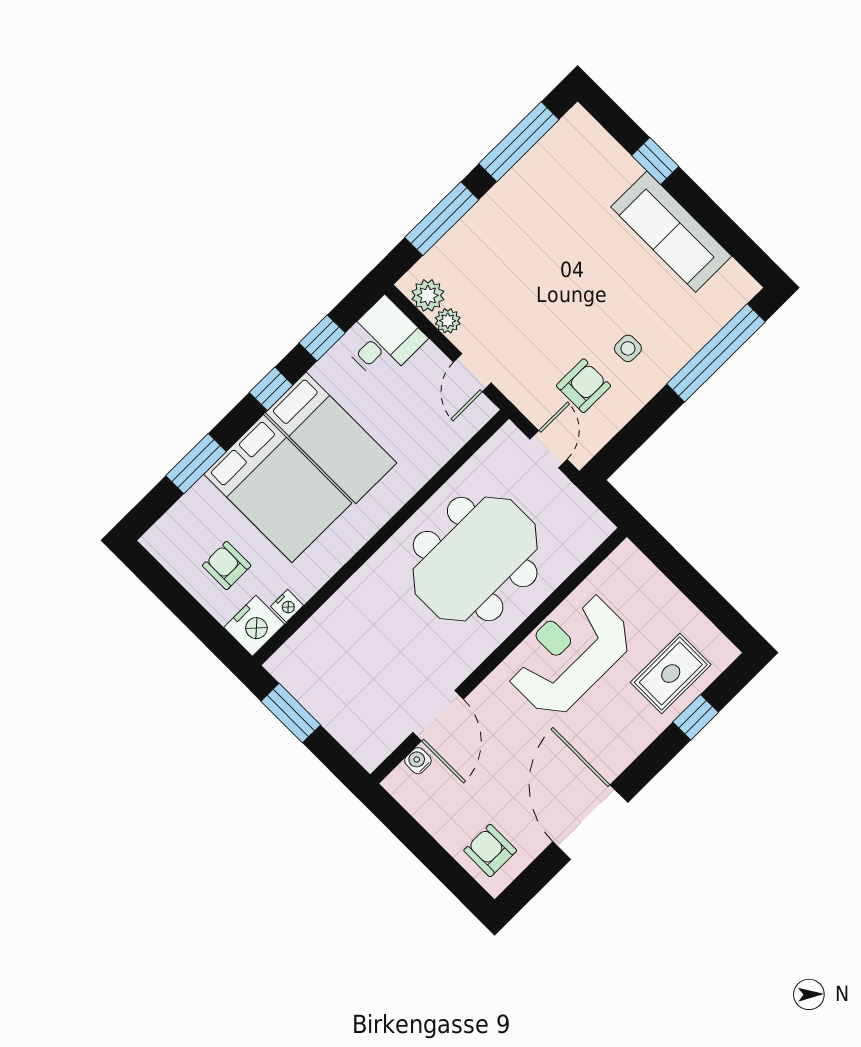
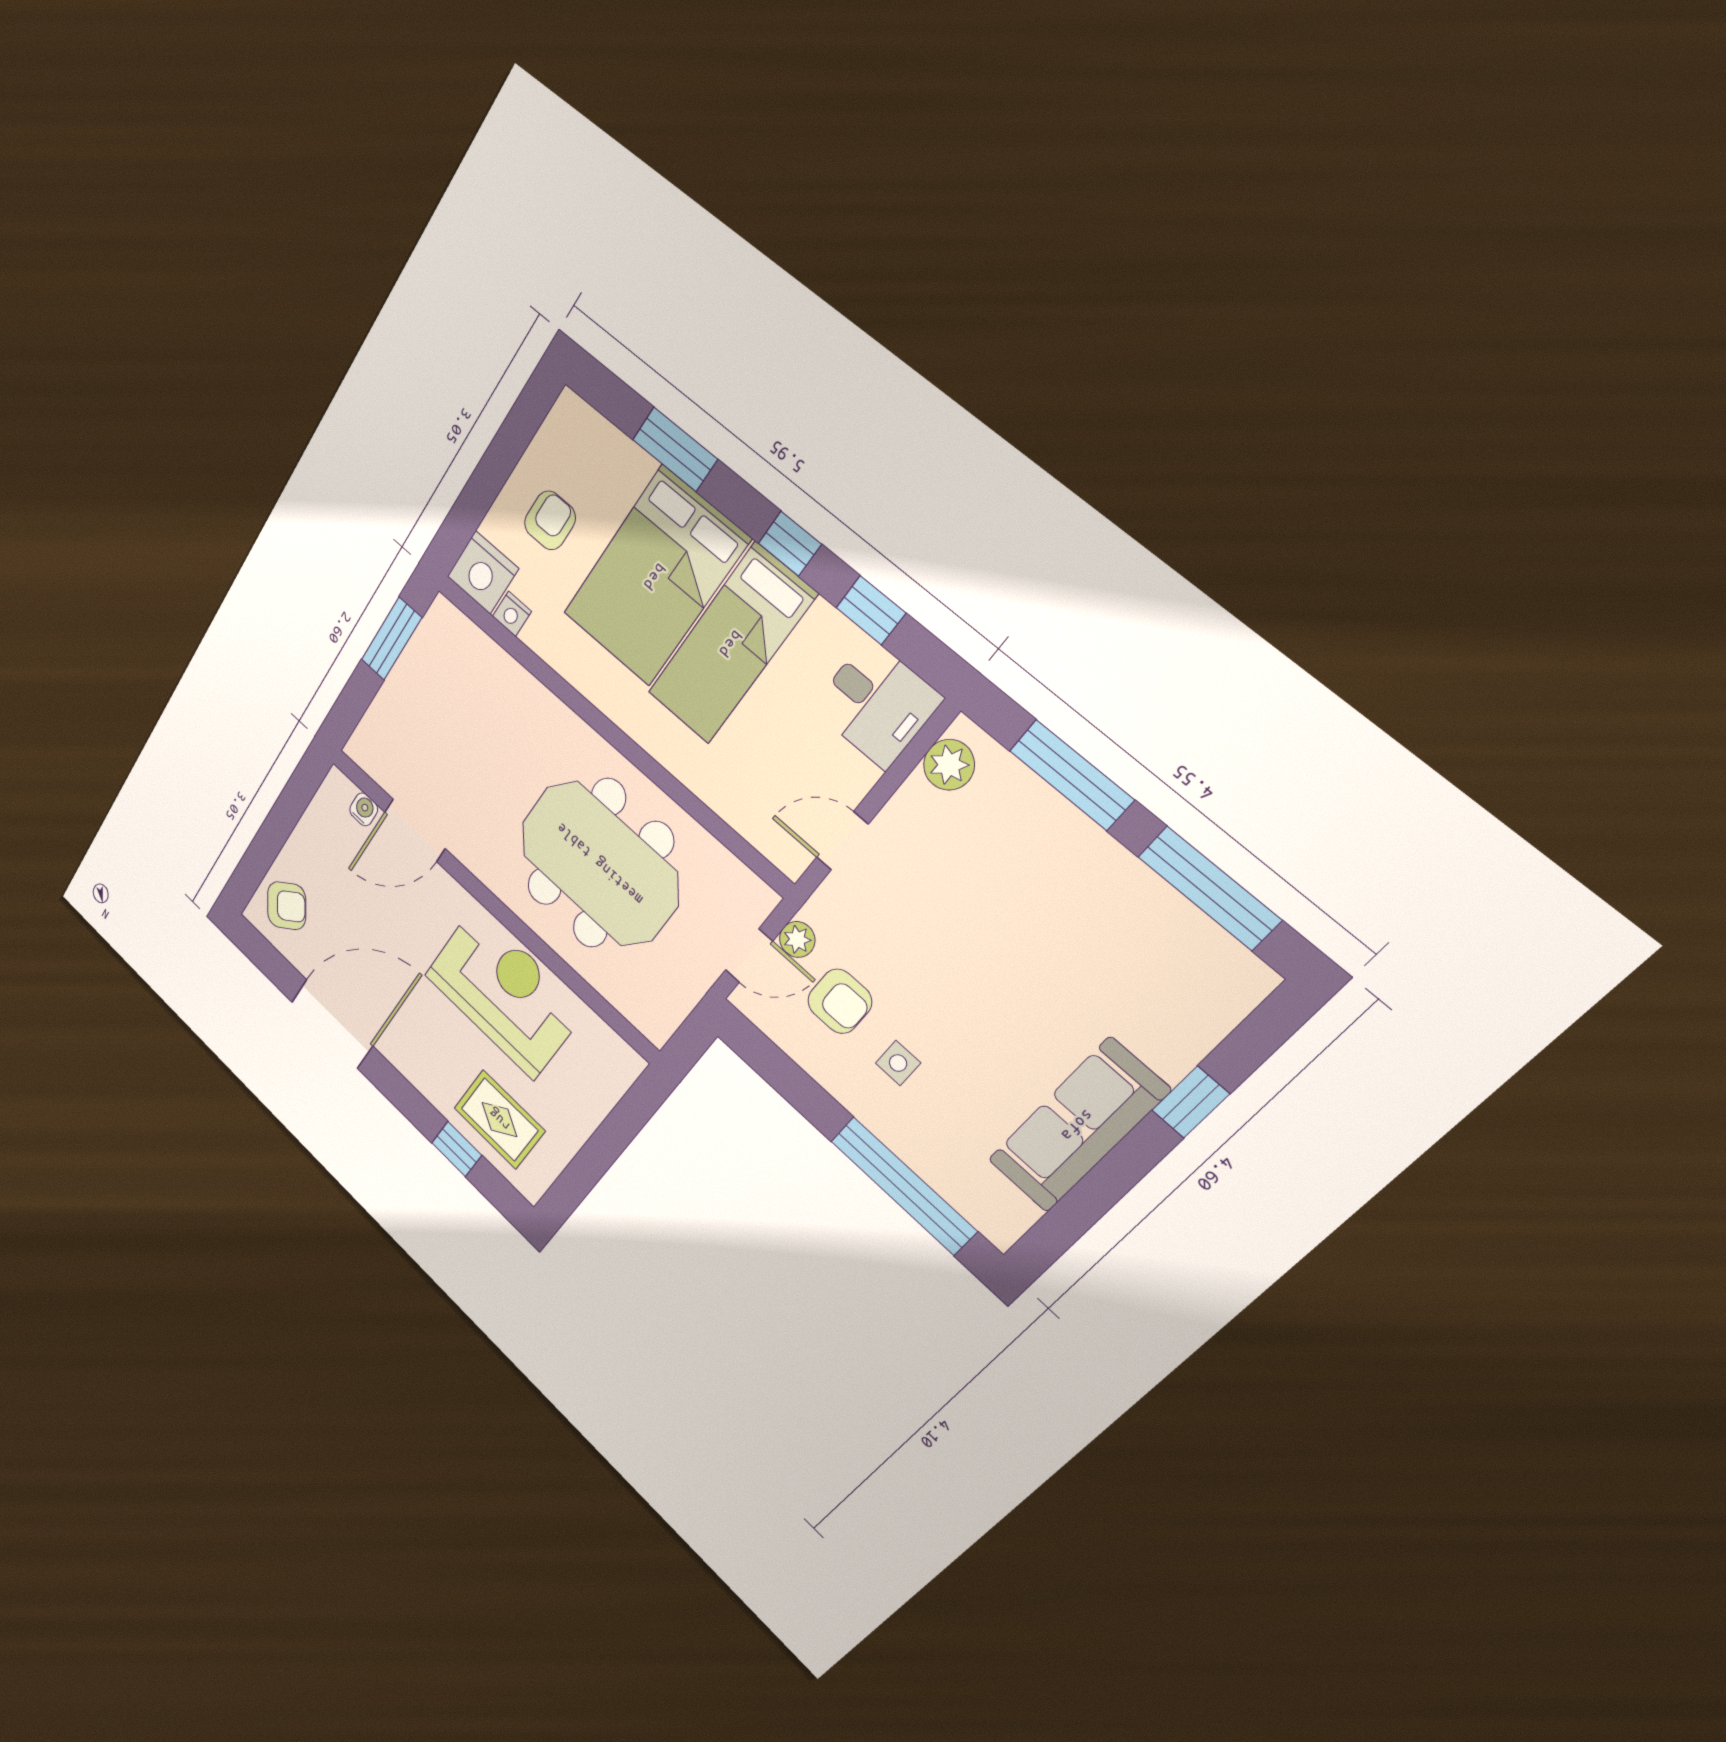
plant: (448, 321) -> (797, 939), moved
armchair: (490, 851) -> (287, 906), turned 55

